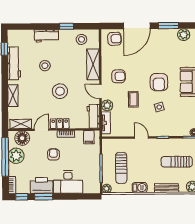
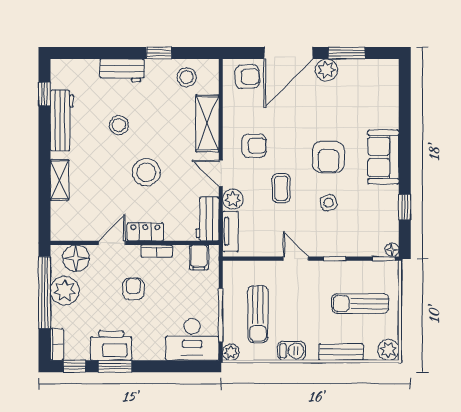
plant: (184, 35) -> (326, 70), moved
shelving: (21, 124) -> (74, 232), removed
desk: (68, 182) -> (192, 339), moved

